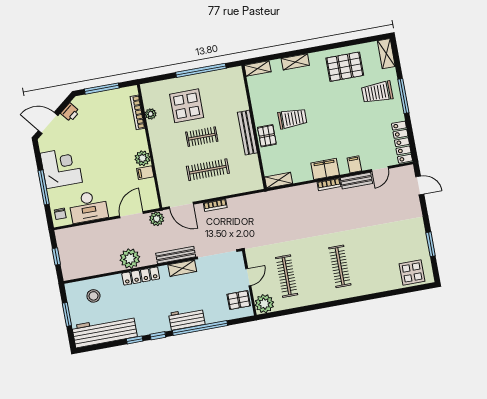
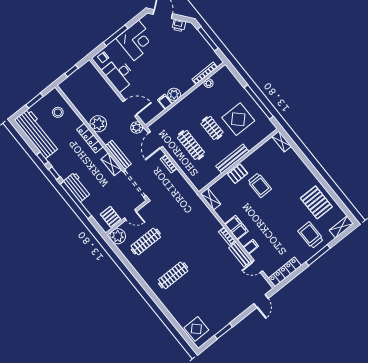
shelving: (295, 62) -> (301, 166), removed
display table: (187, 106) -> (238, 119), moved

